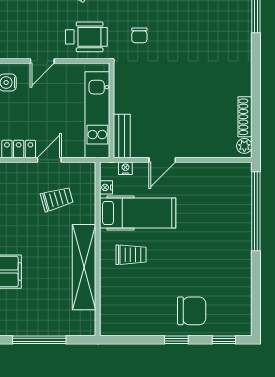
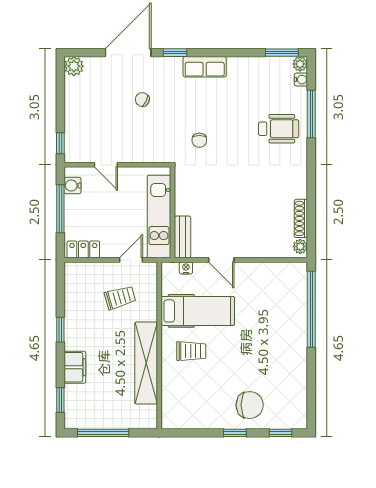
wheelchair: (86, 37) -> (279, 129), moved
door: (42, 61) -> (106, 165), hinge flipped
door: (49, 160) -> (131, 260), moved
door: (162, 160) -> (221, 260), hinge flipped
nightstand: (106, 187) -> (167, 286), removed

